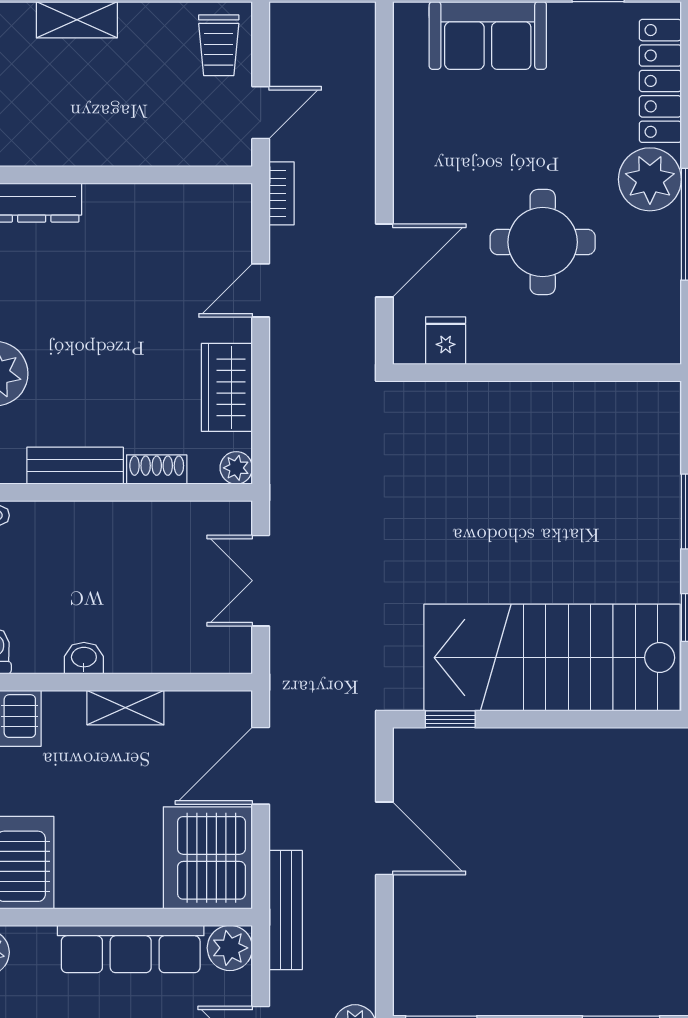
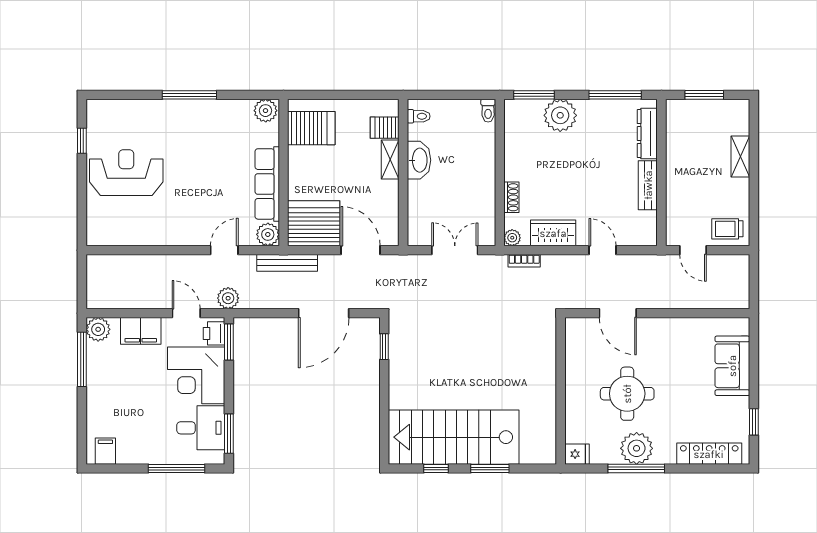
plant: (650, 179) -> (637, 448), moved
bookcase: (282, 193) -> (524, 261), moved
fridge: (446, 341) -> (577, 454), moved
bench: (75, 466) -> (648, 185), moved
washbasin: (84, 658) -> (419, 160), width x1.91, depth x1.45
stairs: (552, 658) -> (454, 437), moved, turned -90
shelving: (125, 708) -> (390, 160), moved
door: (384, 838) -> (324, 313), width x1.36

